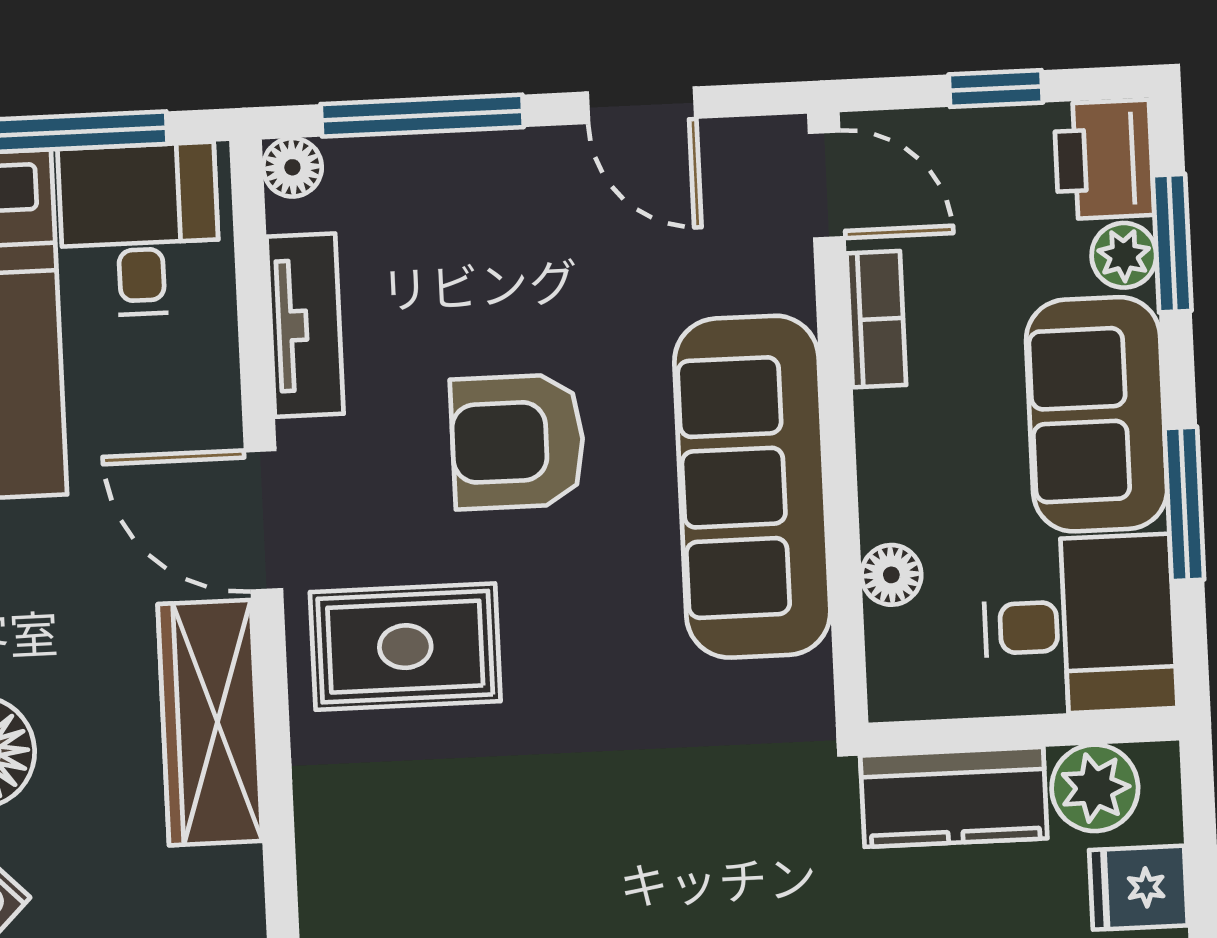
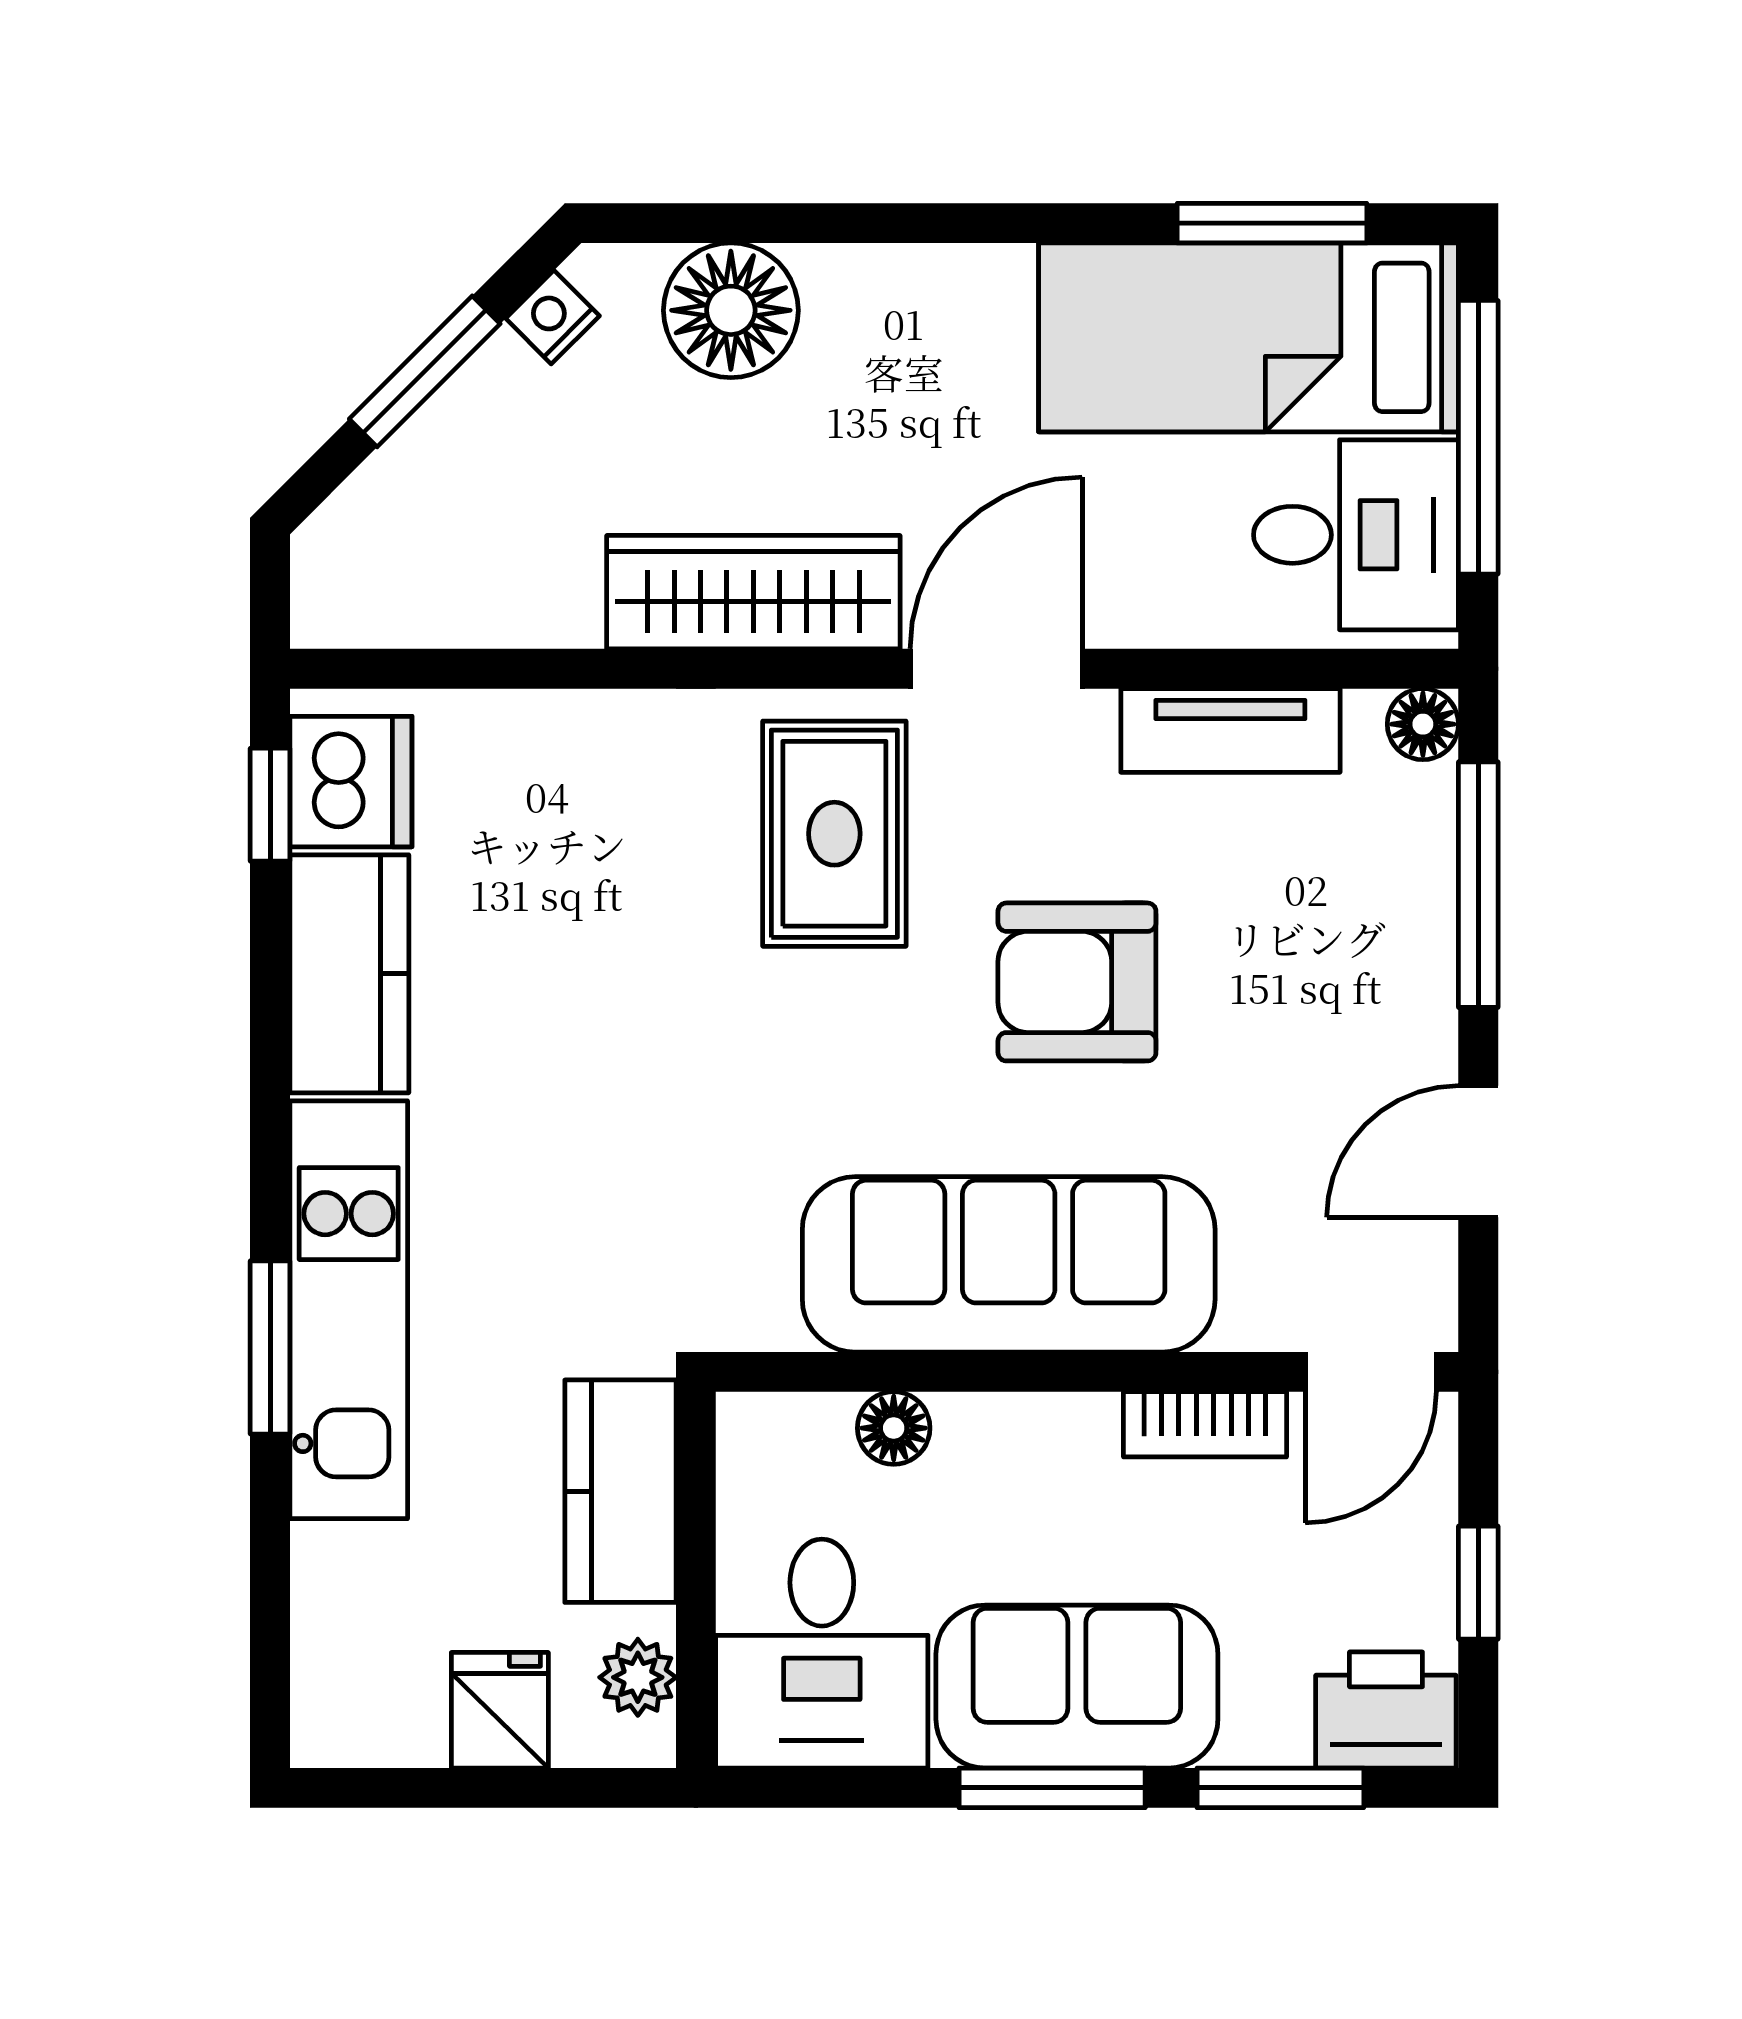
plant: (1124, 255) -> (1268, 1729), removed
armchair: (518, 442) -> (1077, 982), turned -90
window: (1184, 504) -> (1052, 1788), moved
plant: (1095, 788) -> (638, 1677), width x0.73, depth x0.73

